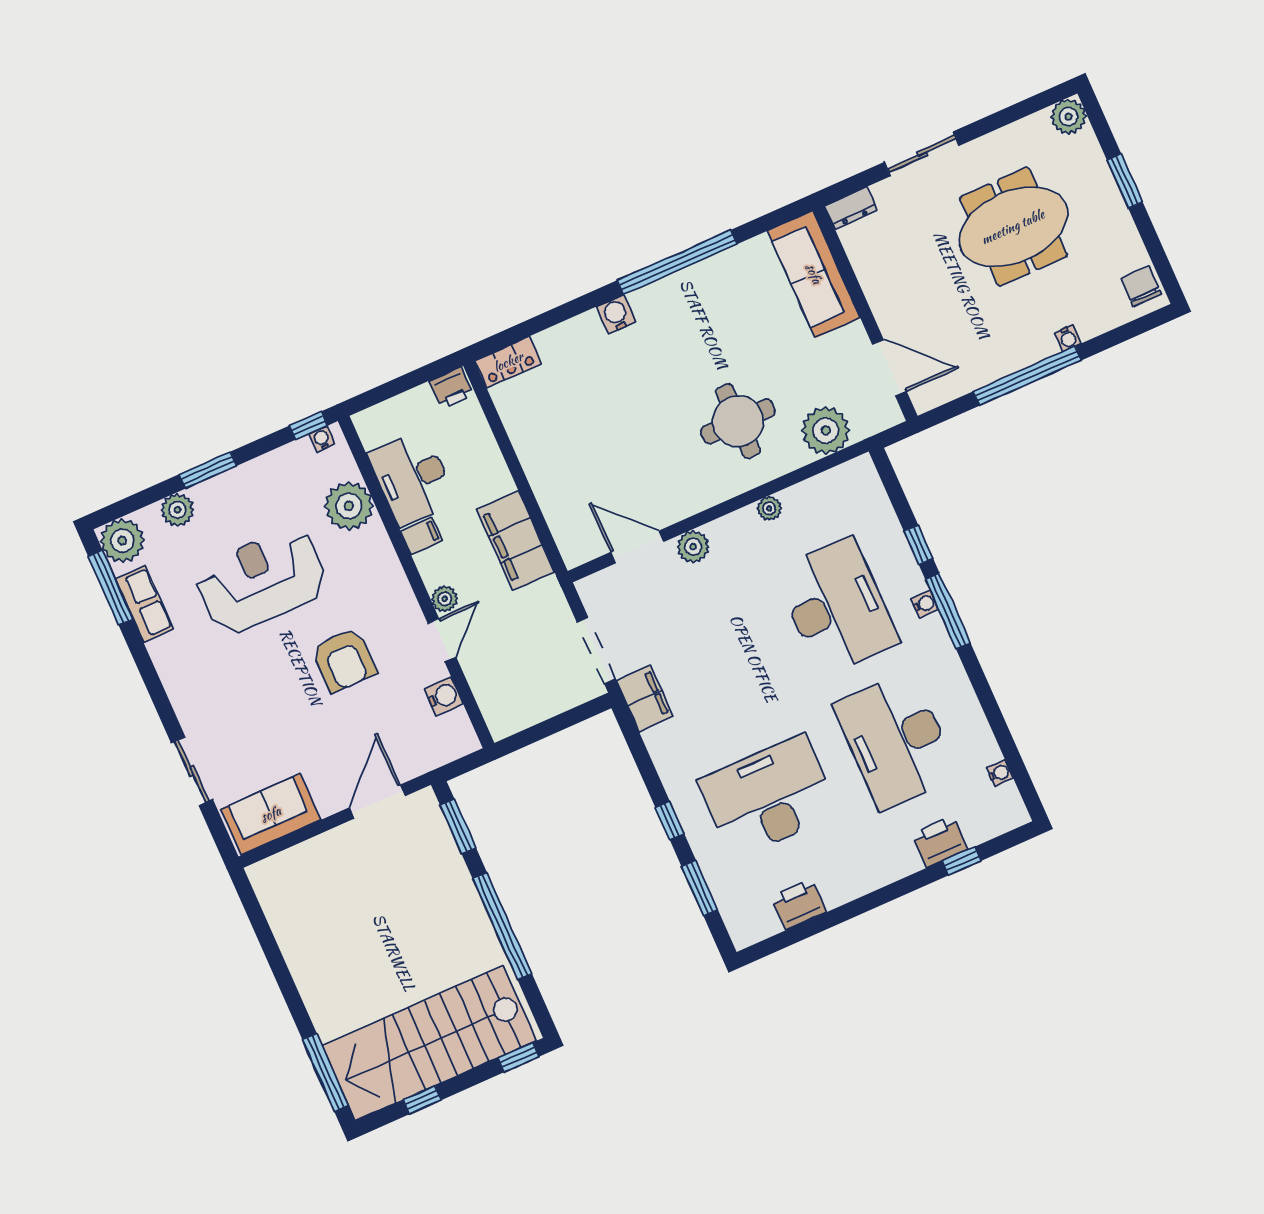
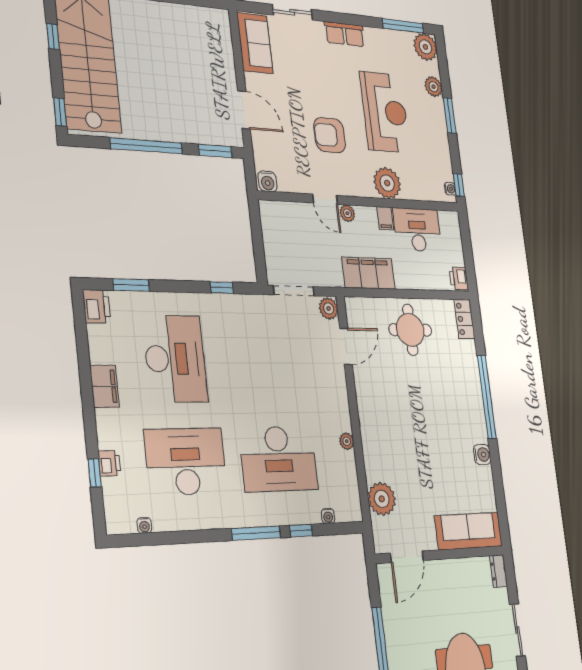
window: (677, 262) -> (487, 397), moved
water cooler: (616, 314) -> (482, 455), moved
round table: (738, 421) -> (410, 330), moved
plant: (349, 506) -> (387, 183), moved
plant: (693, 547) -> (329, 308), moved
row of seats: (144, 604) -> (345, 34), moved
water cooler: (925, 604) -> (328, 516), moved
water cooler: (444, 696) -> (267, 181), moved
filing cabinet: (645, 698) -> (105, 386), moved, turned -90
window: (670, 821) -> (222, 288), moved
printer: (940, 842) -> (109, 463), width x0.73, depth x0.81
printer: (799, 904) -> (97, 306), moved

